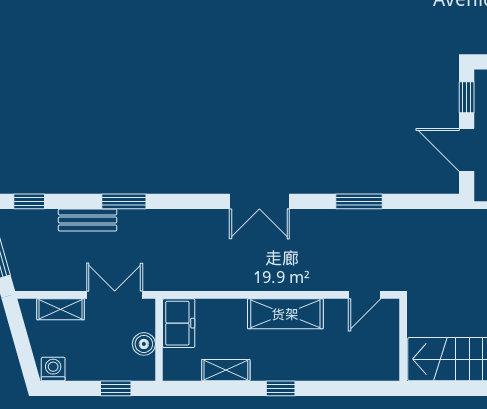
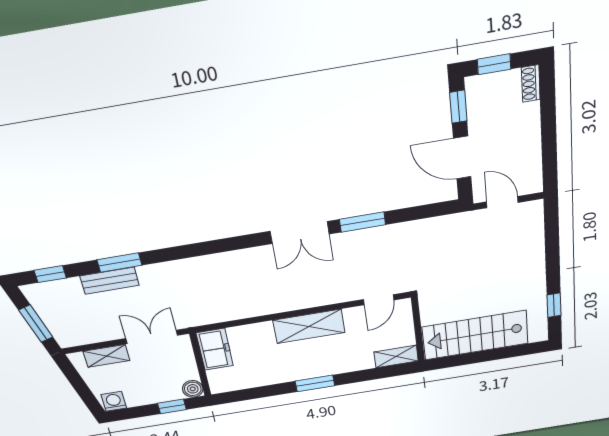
window: (124, 201) -> (119, 263), moved
double door: (259, 201) -> (300, 233), moved
boiler: (144, 344) -> (193, 389), moved
shelving: (226, 370) -> (396, 356), moved
window: (281, 388) -> (315, 383), width x1.50

